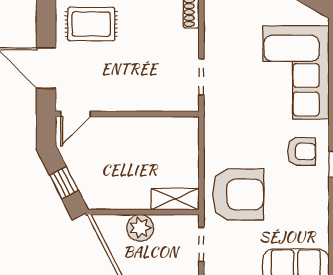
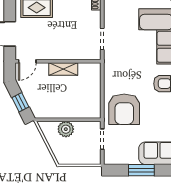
armchair: (238, 194) -> (124, 109), turned 90
shelving: (175, 199) -> (63, 69), moved

